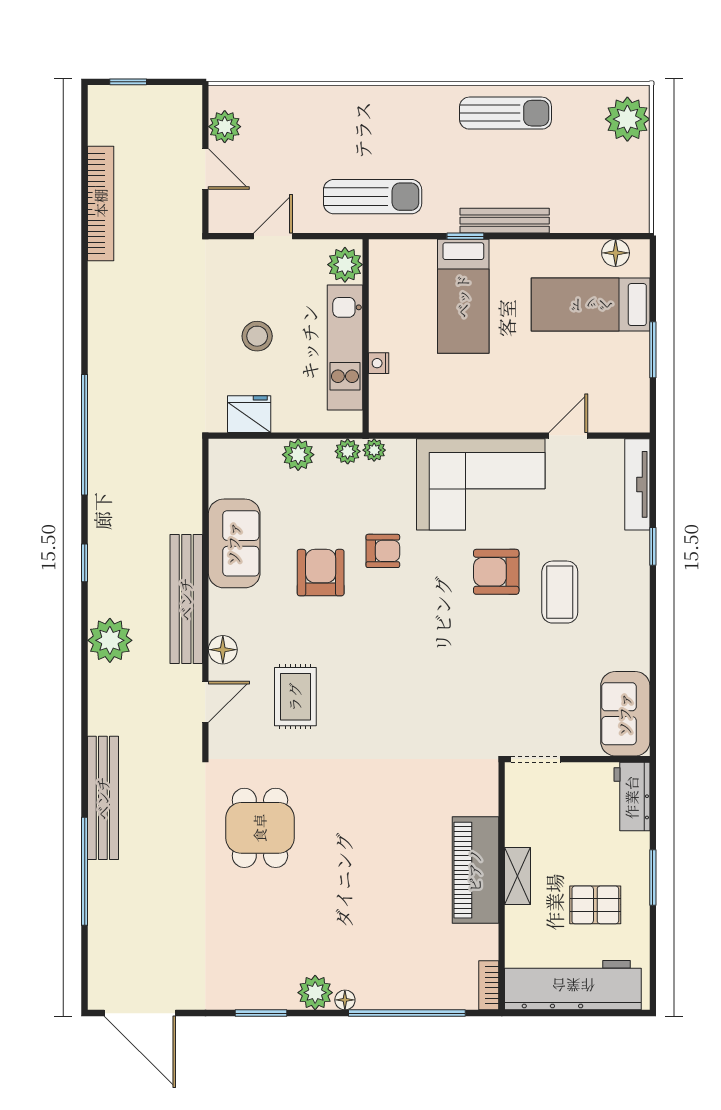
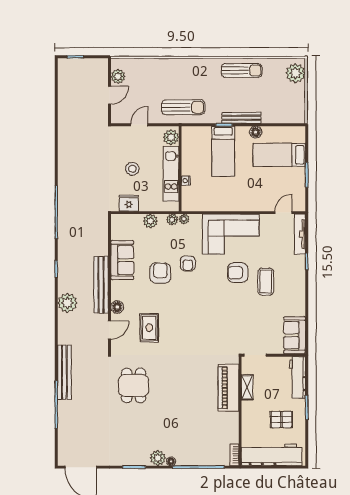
door: (205, 169) -> (110, 95), hinge flipped
bookcase: (101, 203) -> (63, 110), removed
floor lamp: (616, 253) -> (256, 132), moved
door: (568, 436) -> (283, 213), moved
armchair: (383, 551) -> (188, 263), turned 90
workbench: (632, 797) -> (298, 377), width x1.38
piano: (475, 870) -> (229, 388), moved
shelving: (518, 876) -> (247, 387), moved

